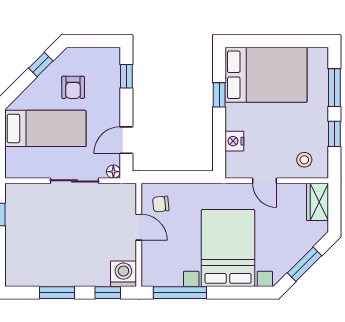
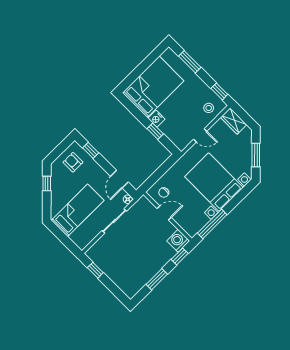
armchair: (73, 87) -> (73, 162), moved, turned 180
window: (219, 95) -> (155, 131), moved
window: (334, 134) -> (219, 91), moved
nightstand: (234, 141) -> (156, 119), moved

